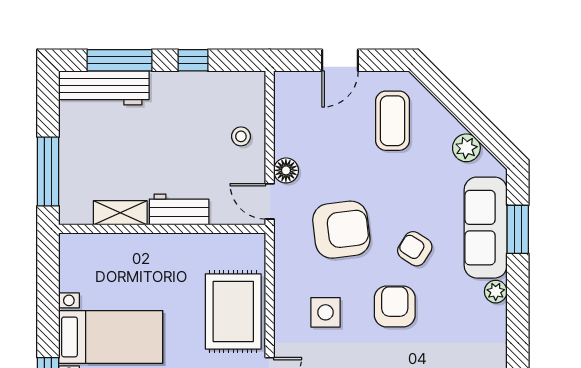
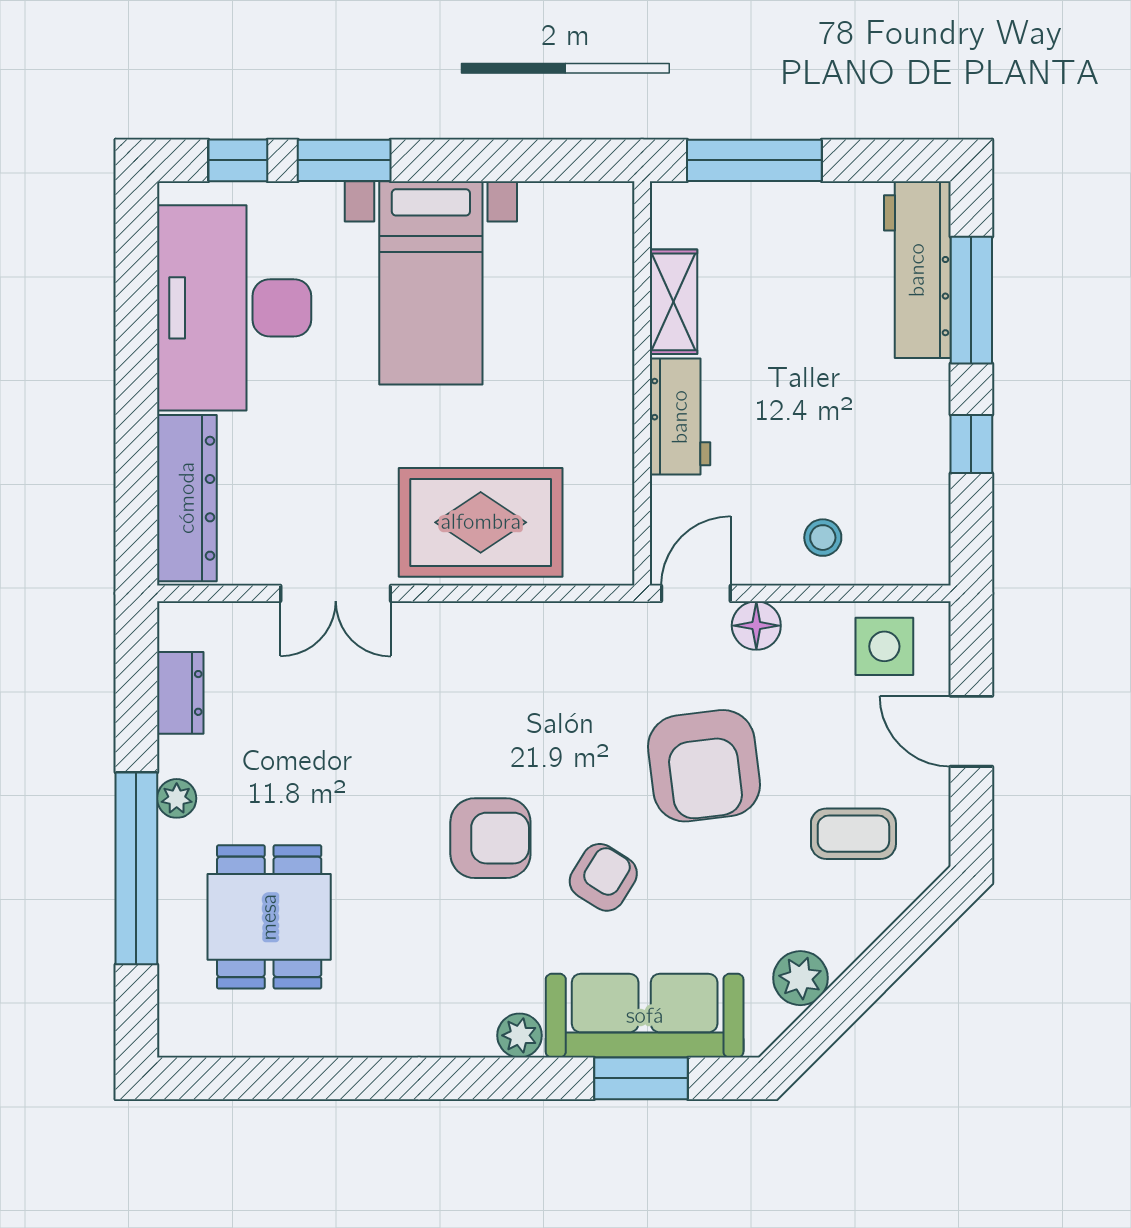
coffee table: (392, 121) -> (853, 834), width x0.73, depth x0.77
armchair: (341, 230) -> (704, 766), moved
side table: (325, 312) -> (884, 646), moved

